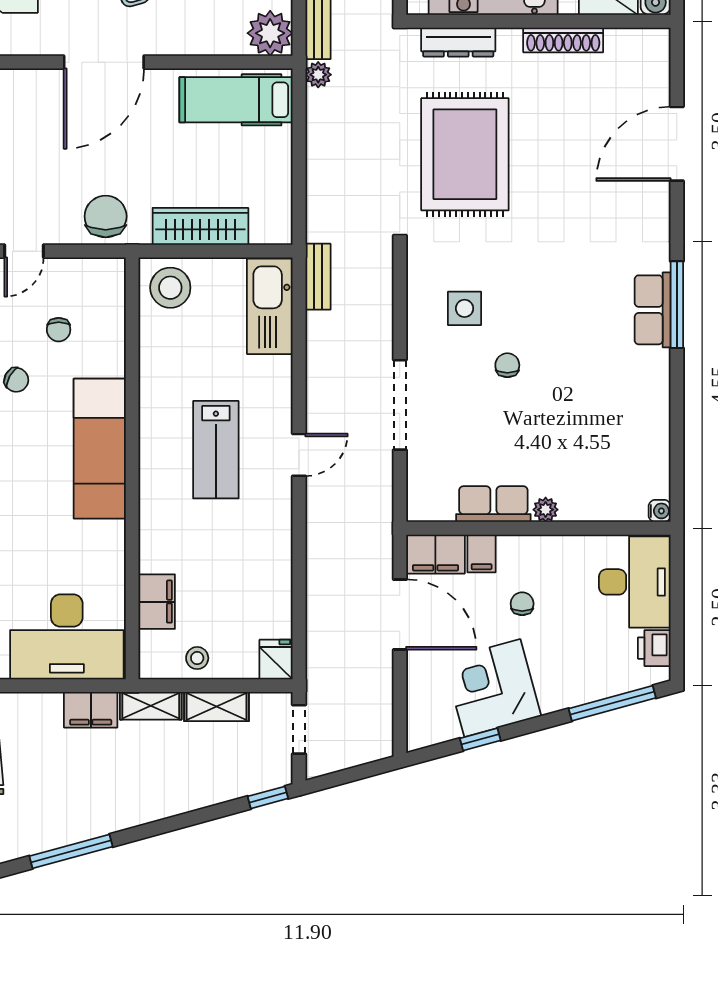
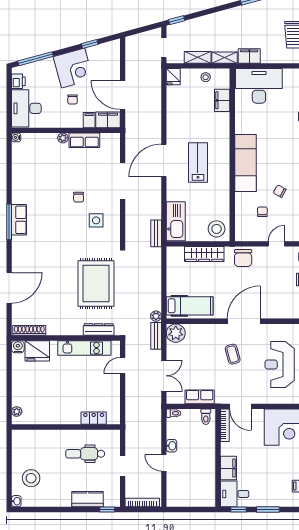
shoe rack: (563, 40) -> (29, 330), moved
door: (299, 455) -> (164, 160), width x1.88
corner desk: (492, 688) -> (73, 68), moved

